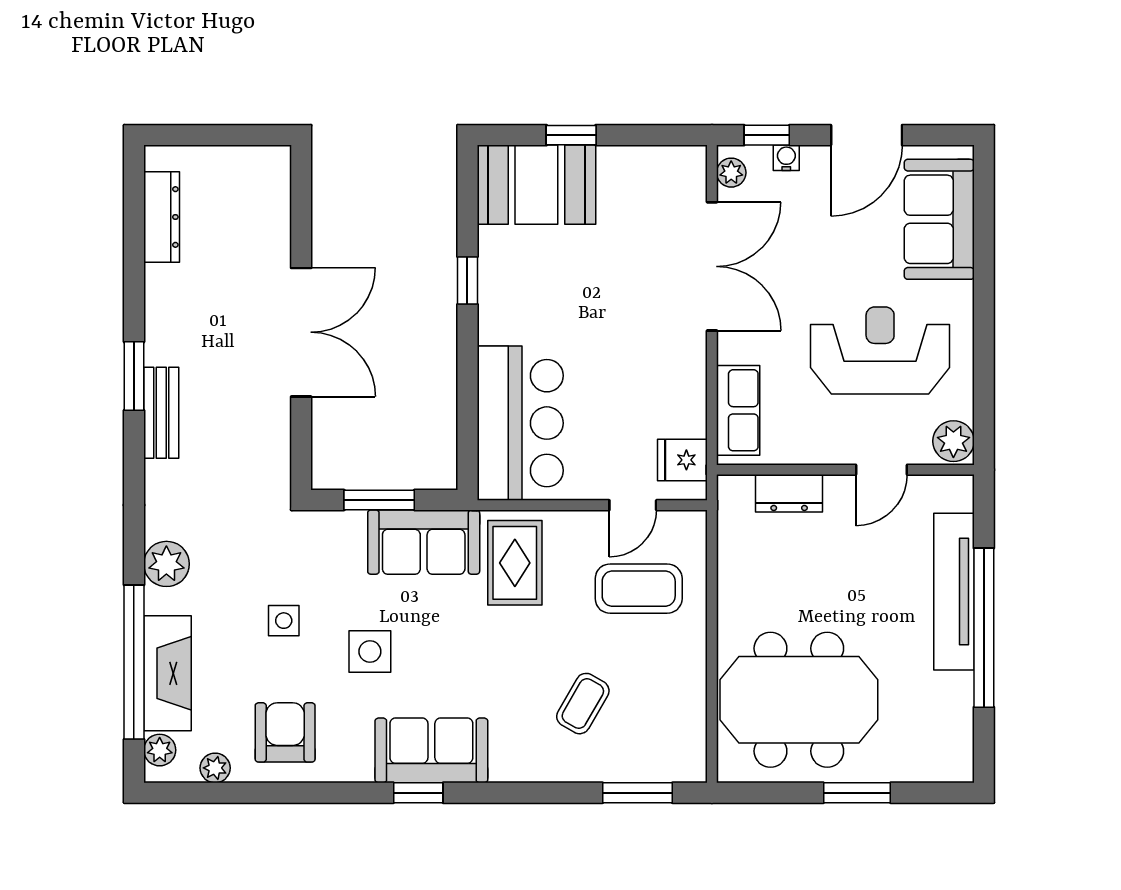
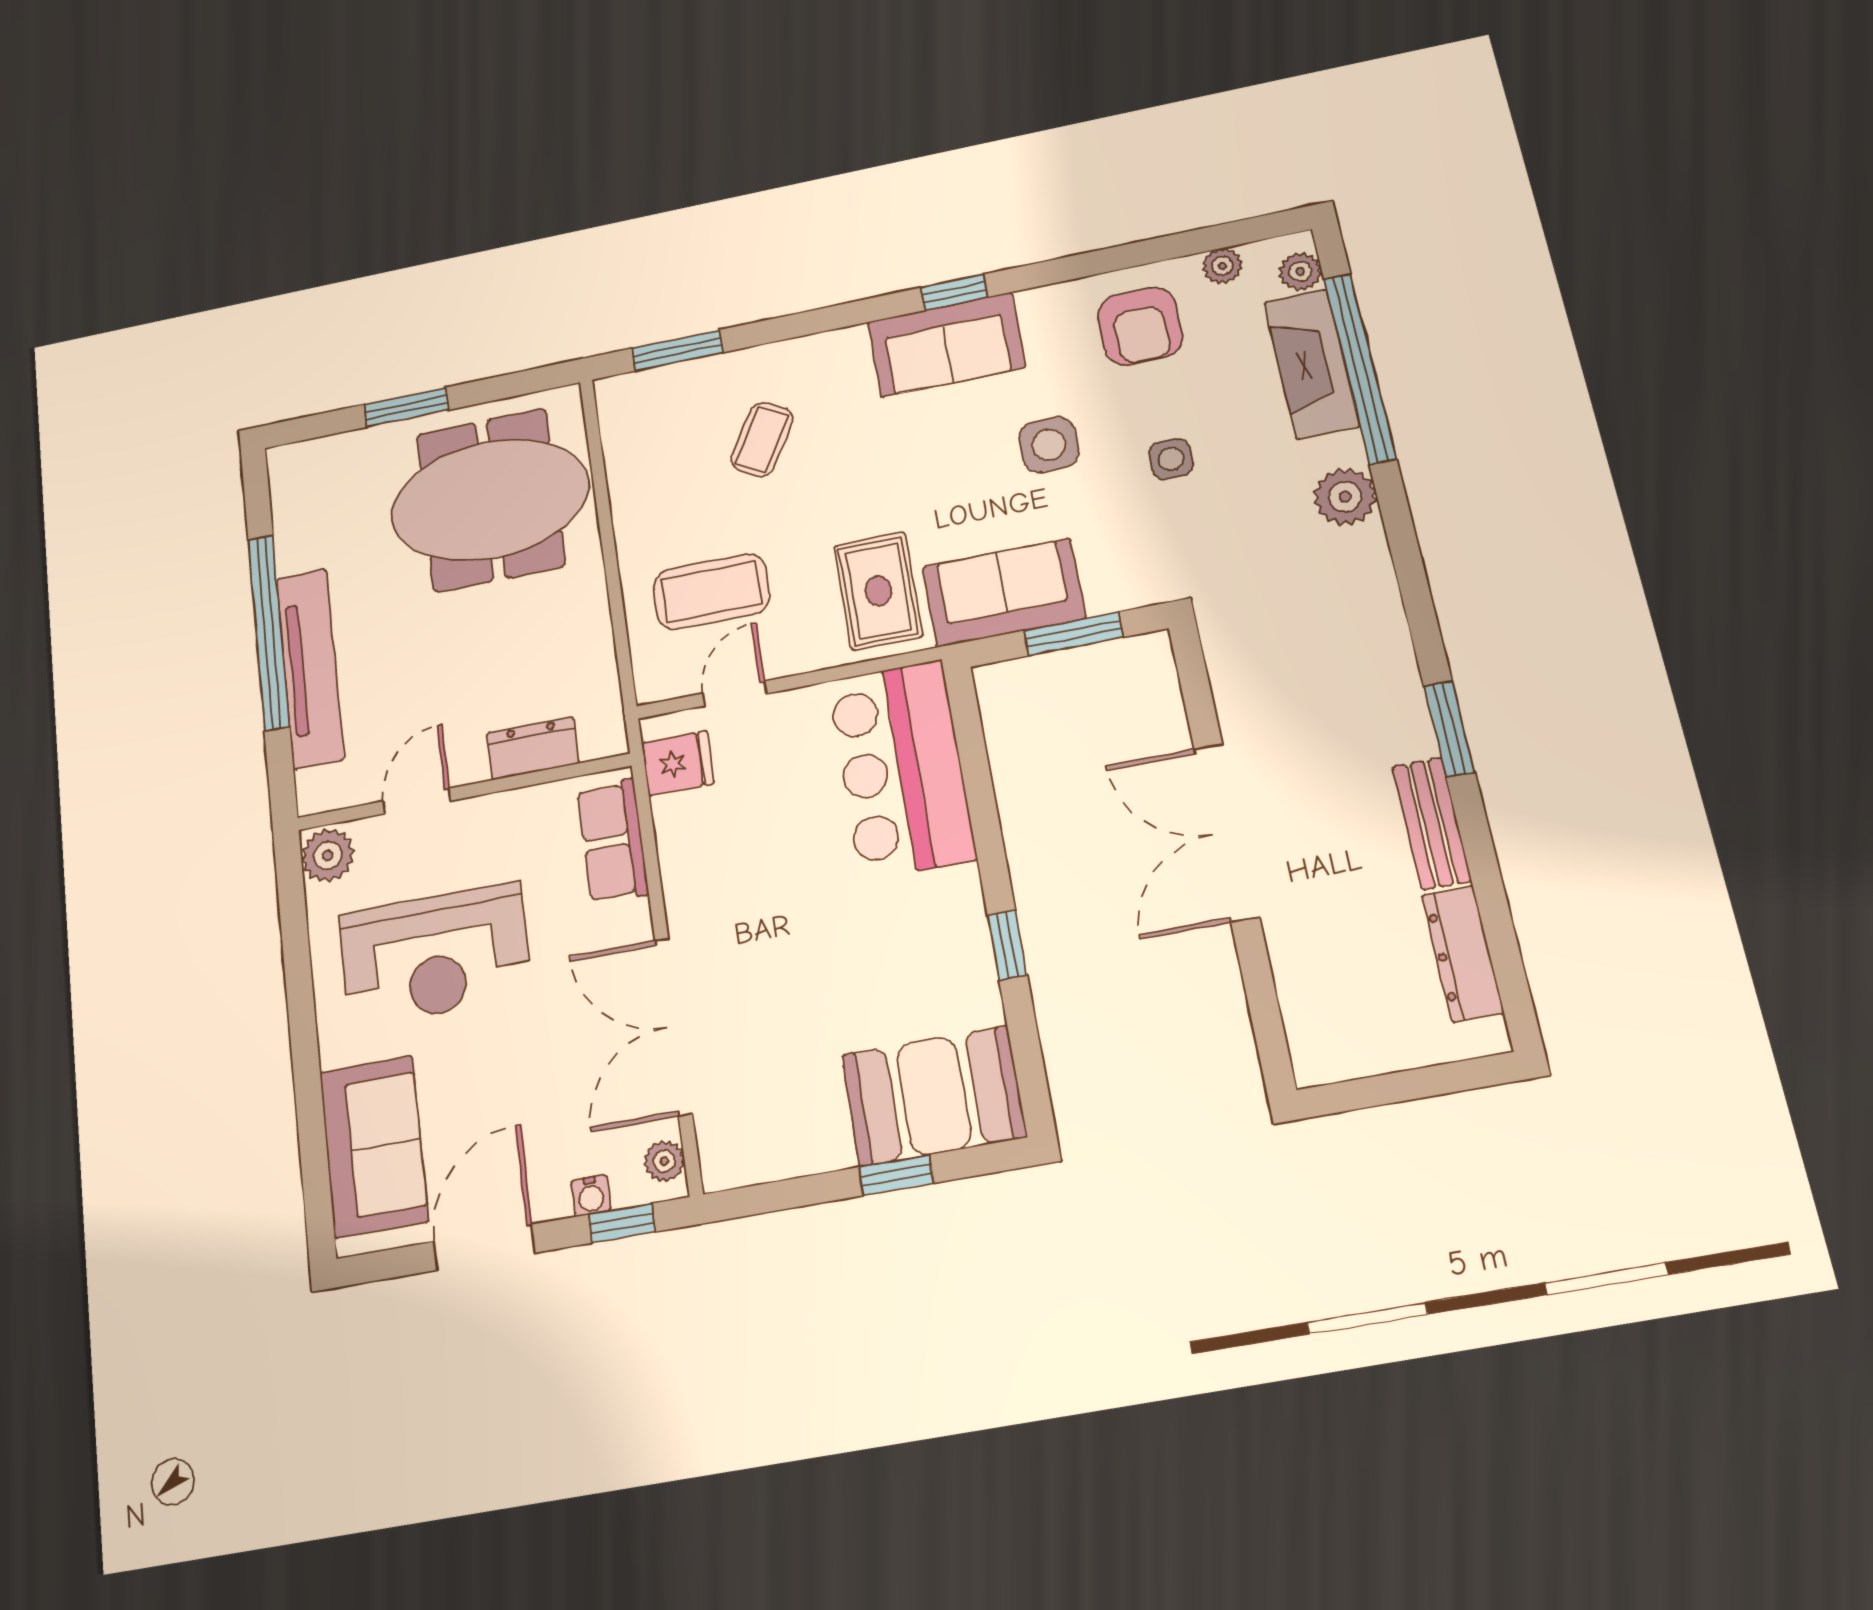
bench: (161, 413) -> (1432, 823), moved

